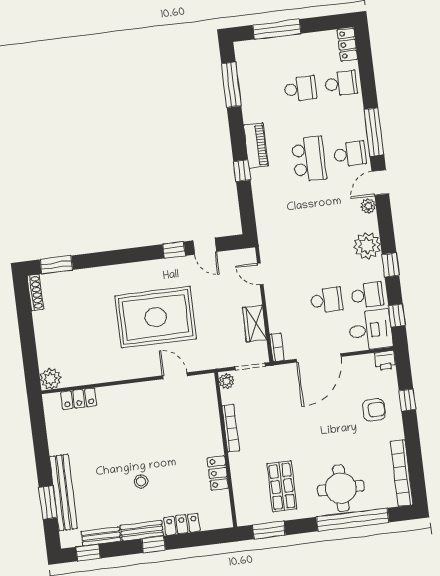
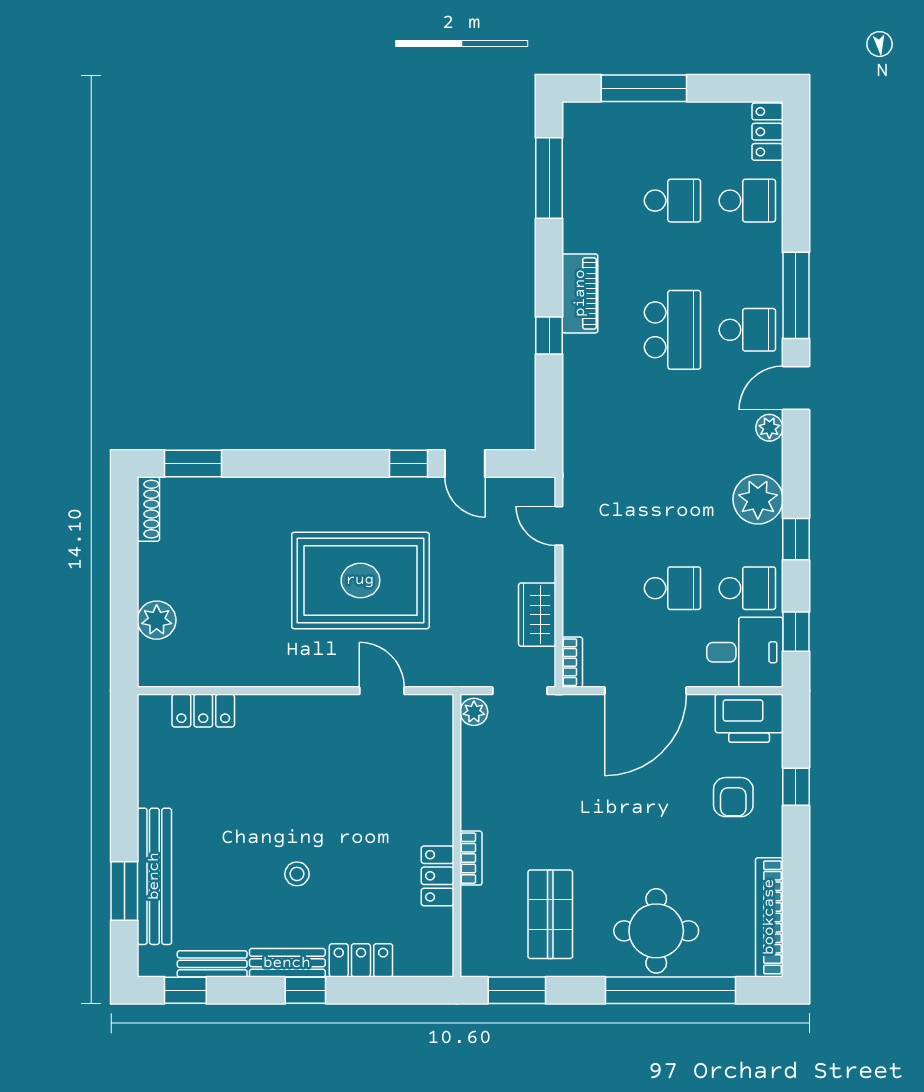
printer: (385, 360) -> (749, 718), width x1.87, depth x1.48
plant: (50, 379) -> (157, 620), moved
armchair: (374, 410) -> (733, 797), turned 90
bookcase: (231, 428) -> (471, 858), moved, width x0.64

